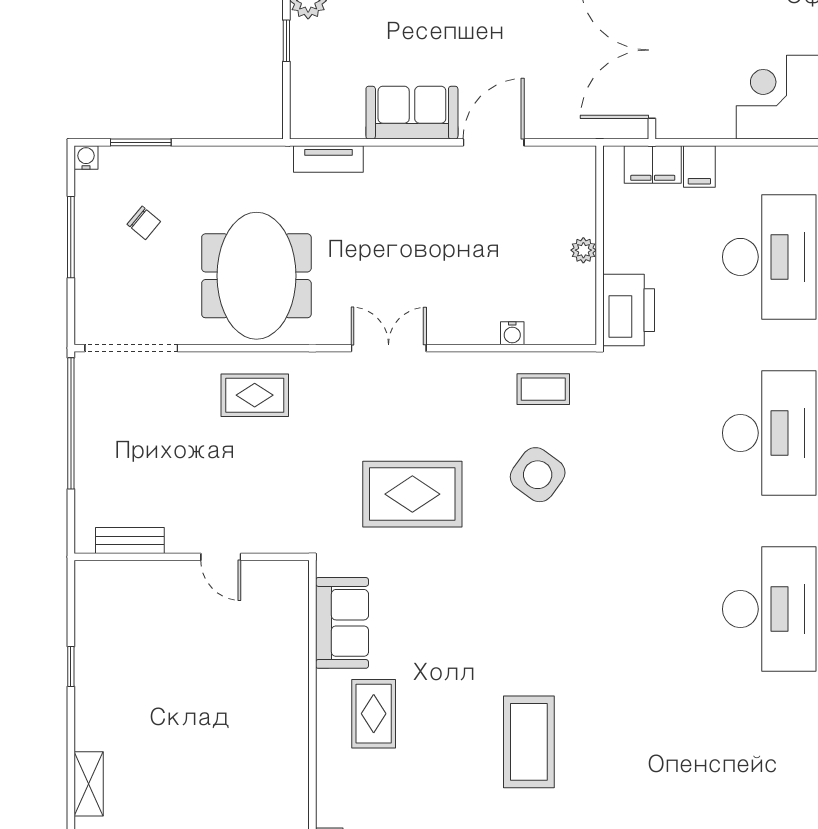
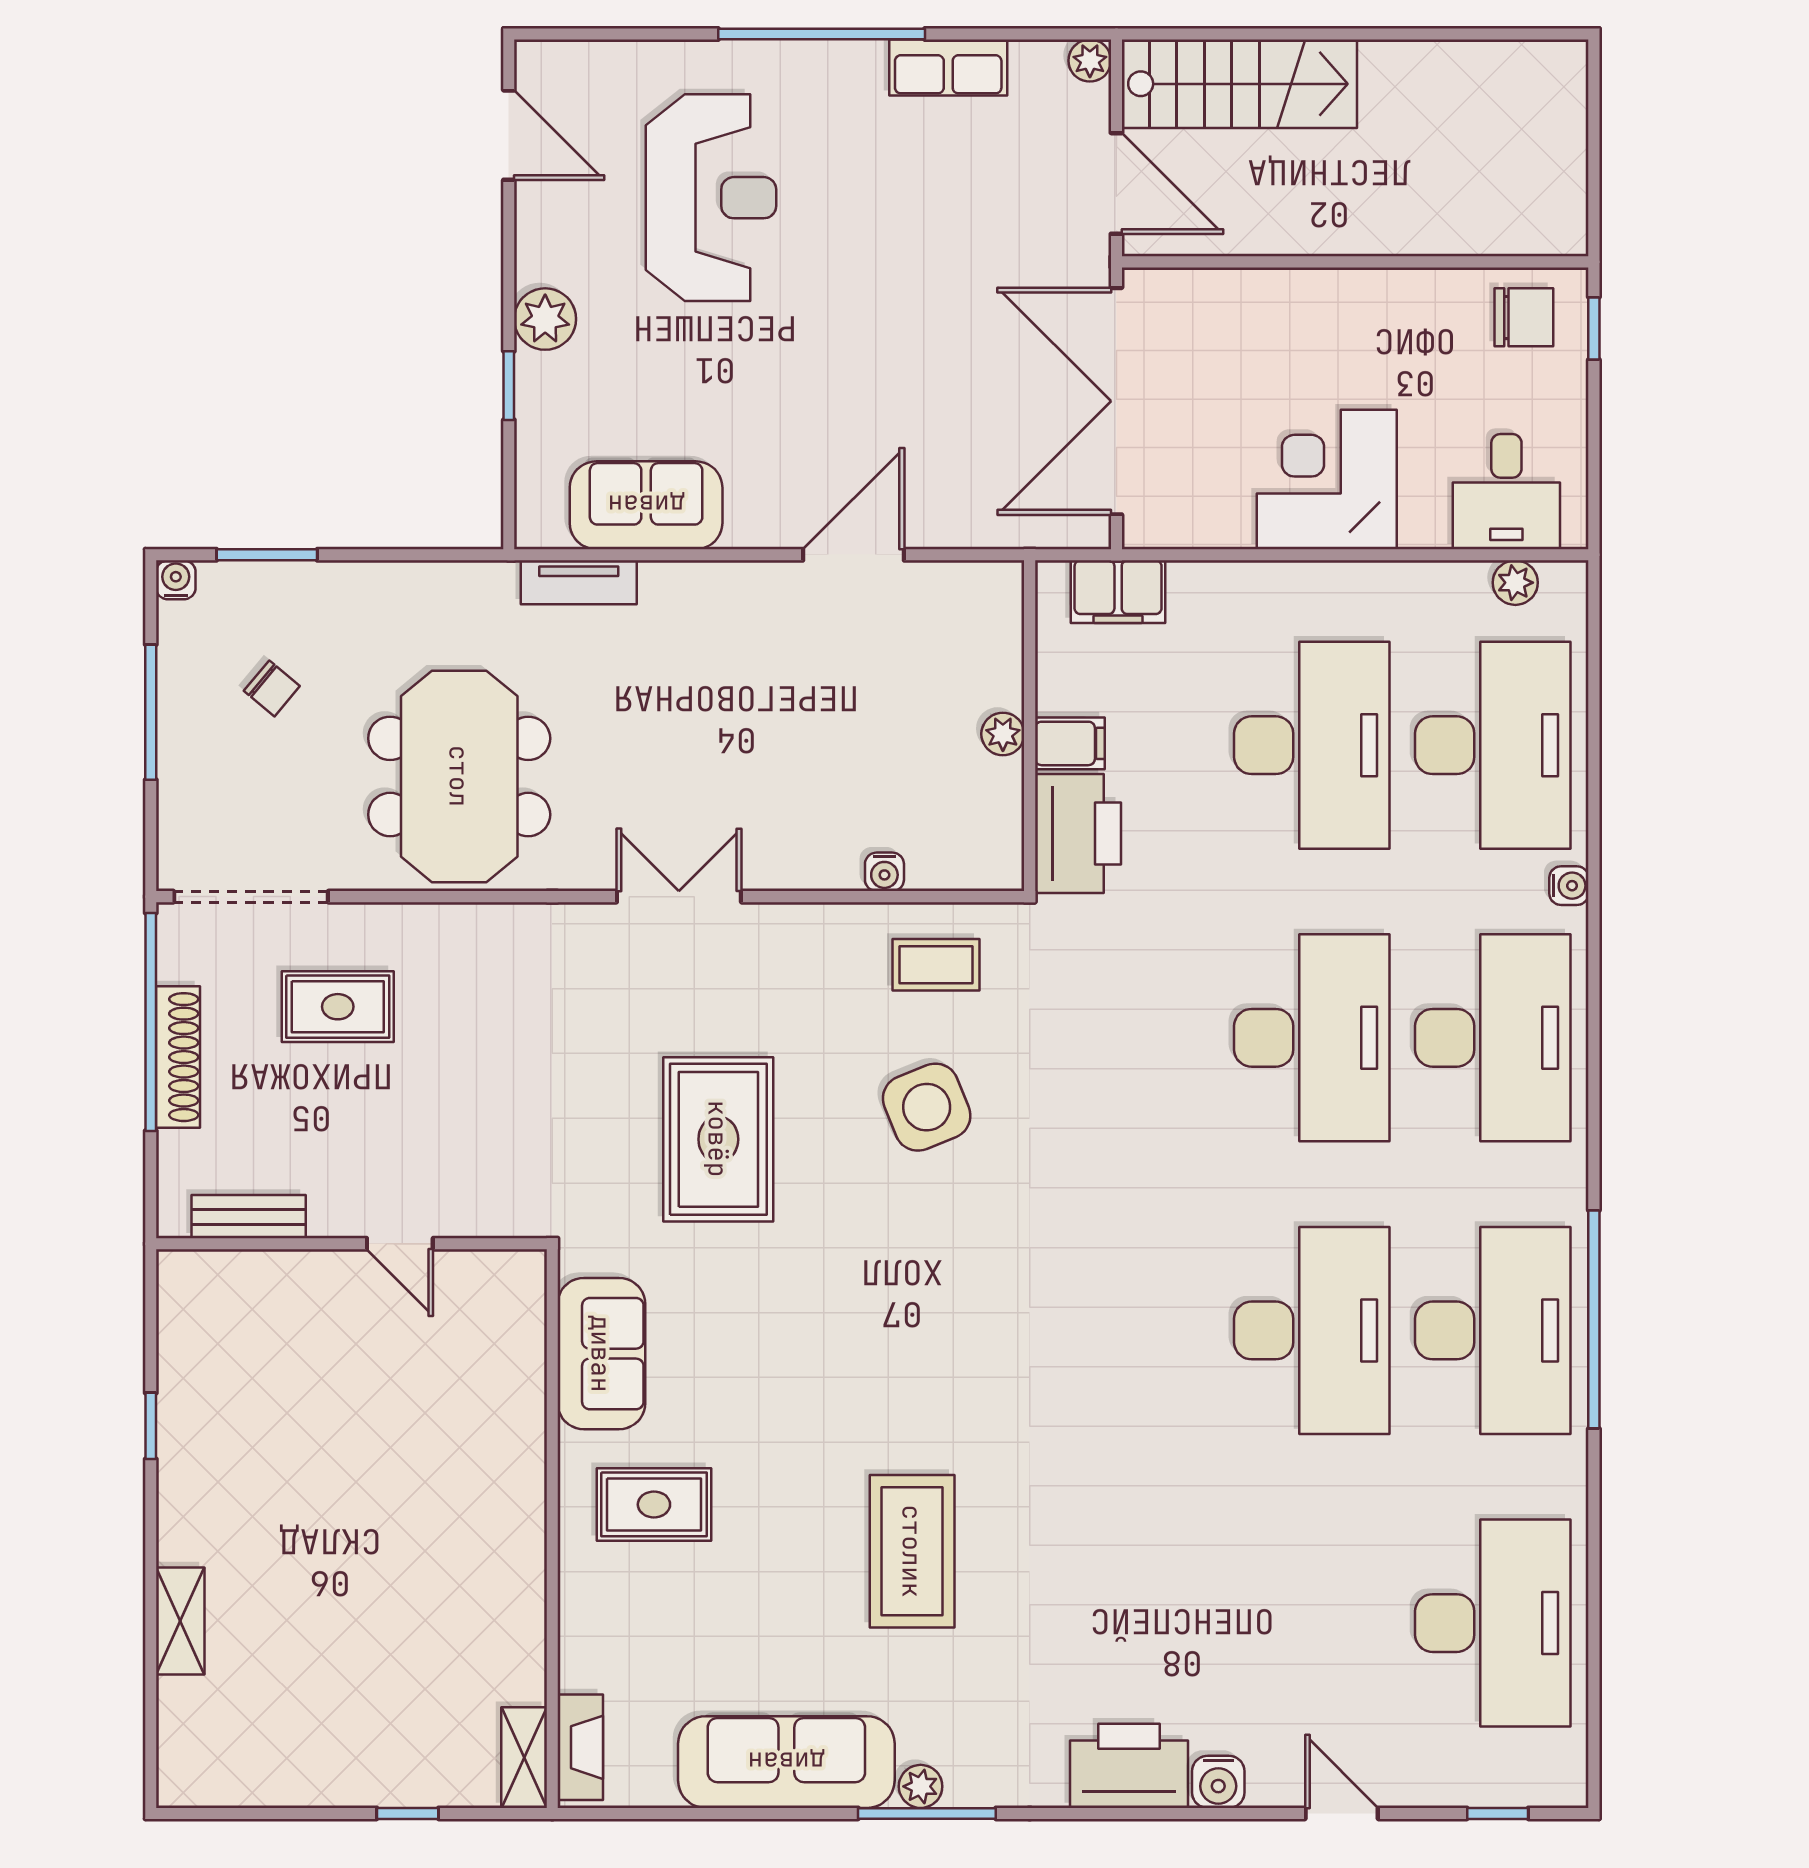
sofa: (412, 113) -> (646, 505), moved
filing cabinet: (699, 167) -> (1070, 743), moved, turned -90
rug: (255, 395) -> (338, 1007), moved
shoe rack: (87, 445) -> (178, 1057), added
side table: (538, 475) -> (927, 1107), turned 32
rug: (412, 494) -> (718, 1139), turned 90
rug: (374, 714) -> (654, 1504), turned 90

